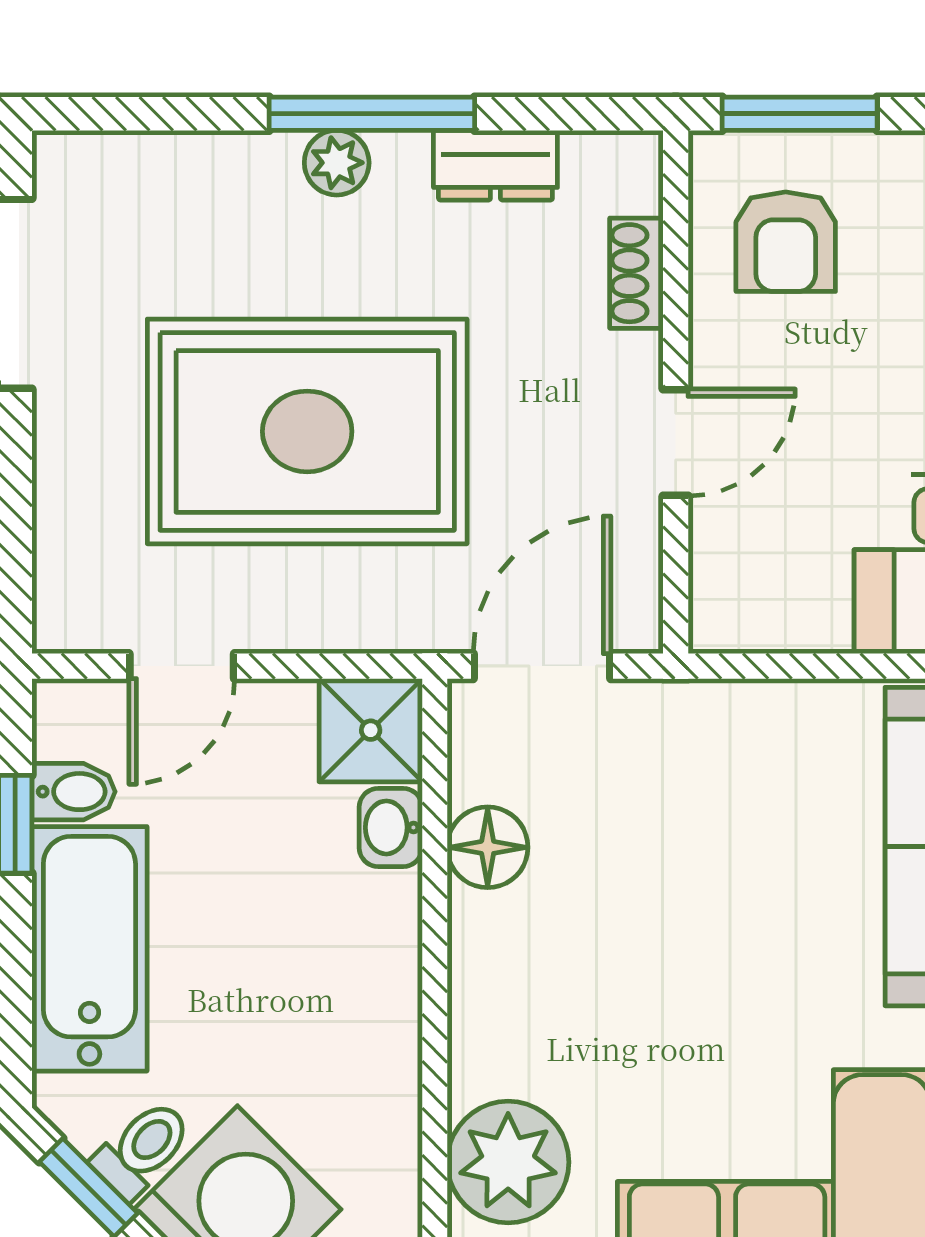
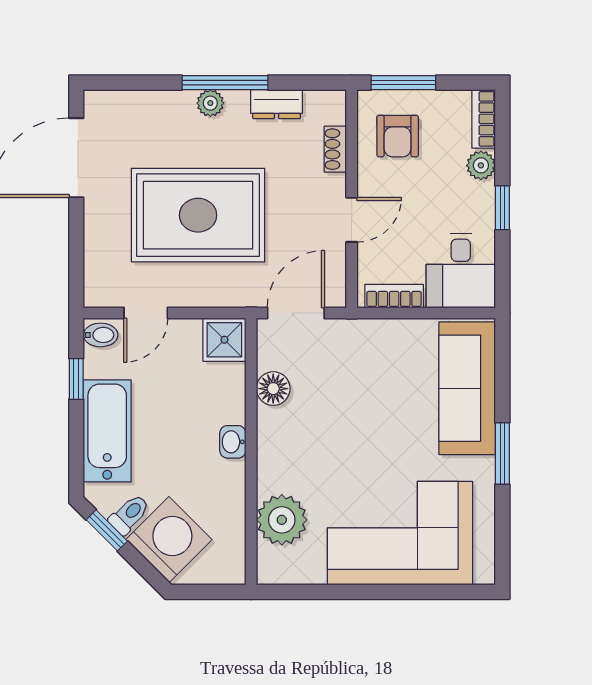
bookcase: (777, 626) -> (394, 296), added
bidet: (74, 792) -> (101, 335), moved
washbasin: (391, 827) -> (233, 442), moved

